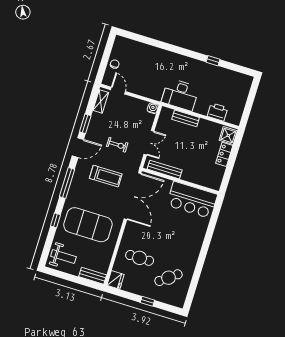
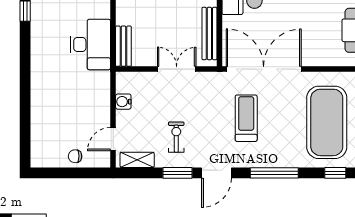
water cooler: (153, 108) -> (123, 102), moved
bench: (186, 118) -> (123, 46), moved
exercise bike: (117, 145) -> (176, 137), moved
door: (78, 148) -> (216, 173), swing flipped

